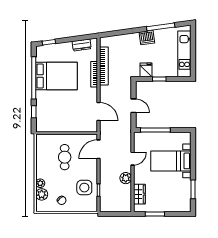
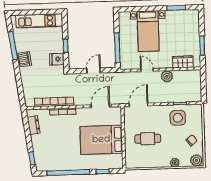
bed: (56, 76) -> (101, 140), moved, turned -90
door: (98, 149) -> (139, 105), swing flipped
plant: (42, 194) -> (196, 160), moved

